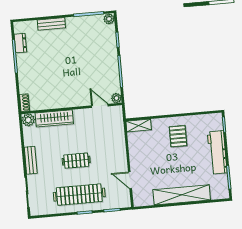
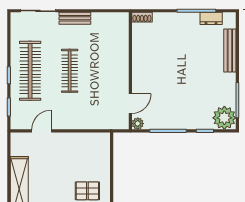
plant: (109, 19) -> (224, 118), width x1.88, depth x1.88
bench: (51, 24) -> (230, 50), width x1.36
wardrobe: (54, 118) -> (121, 50), removed
plant: (28, 120) -> (122, 20), removed
shelving: (139, 125) -> (104, 146), removed
clothes rail: (76, 161) -> (70, 71), width x1.36

